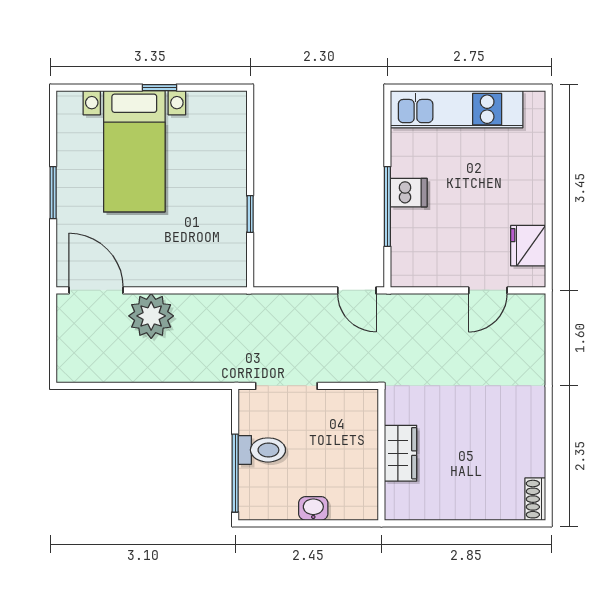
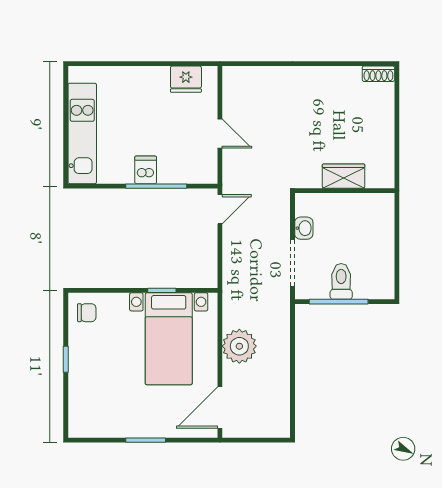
chair: (221, 115) -> (87, 313), added
bed with nightstands: (134, 151) -> (169, 339), moved, turned 90
door: (488, 290) -> (220, 133), moved
plant: (151, 316) -> (239, 346), moved
window: (235, 473) -> (339, 302), moved
washbasin: (313, 508) -> (304, 228), moved, turned 180

